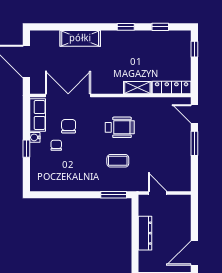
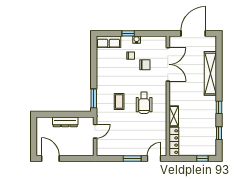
shelving: (80, 38) -> (210, 73), width x1.47
row of seats: (38, 115) -> (109, 42), moved

